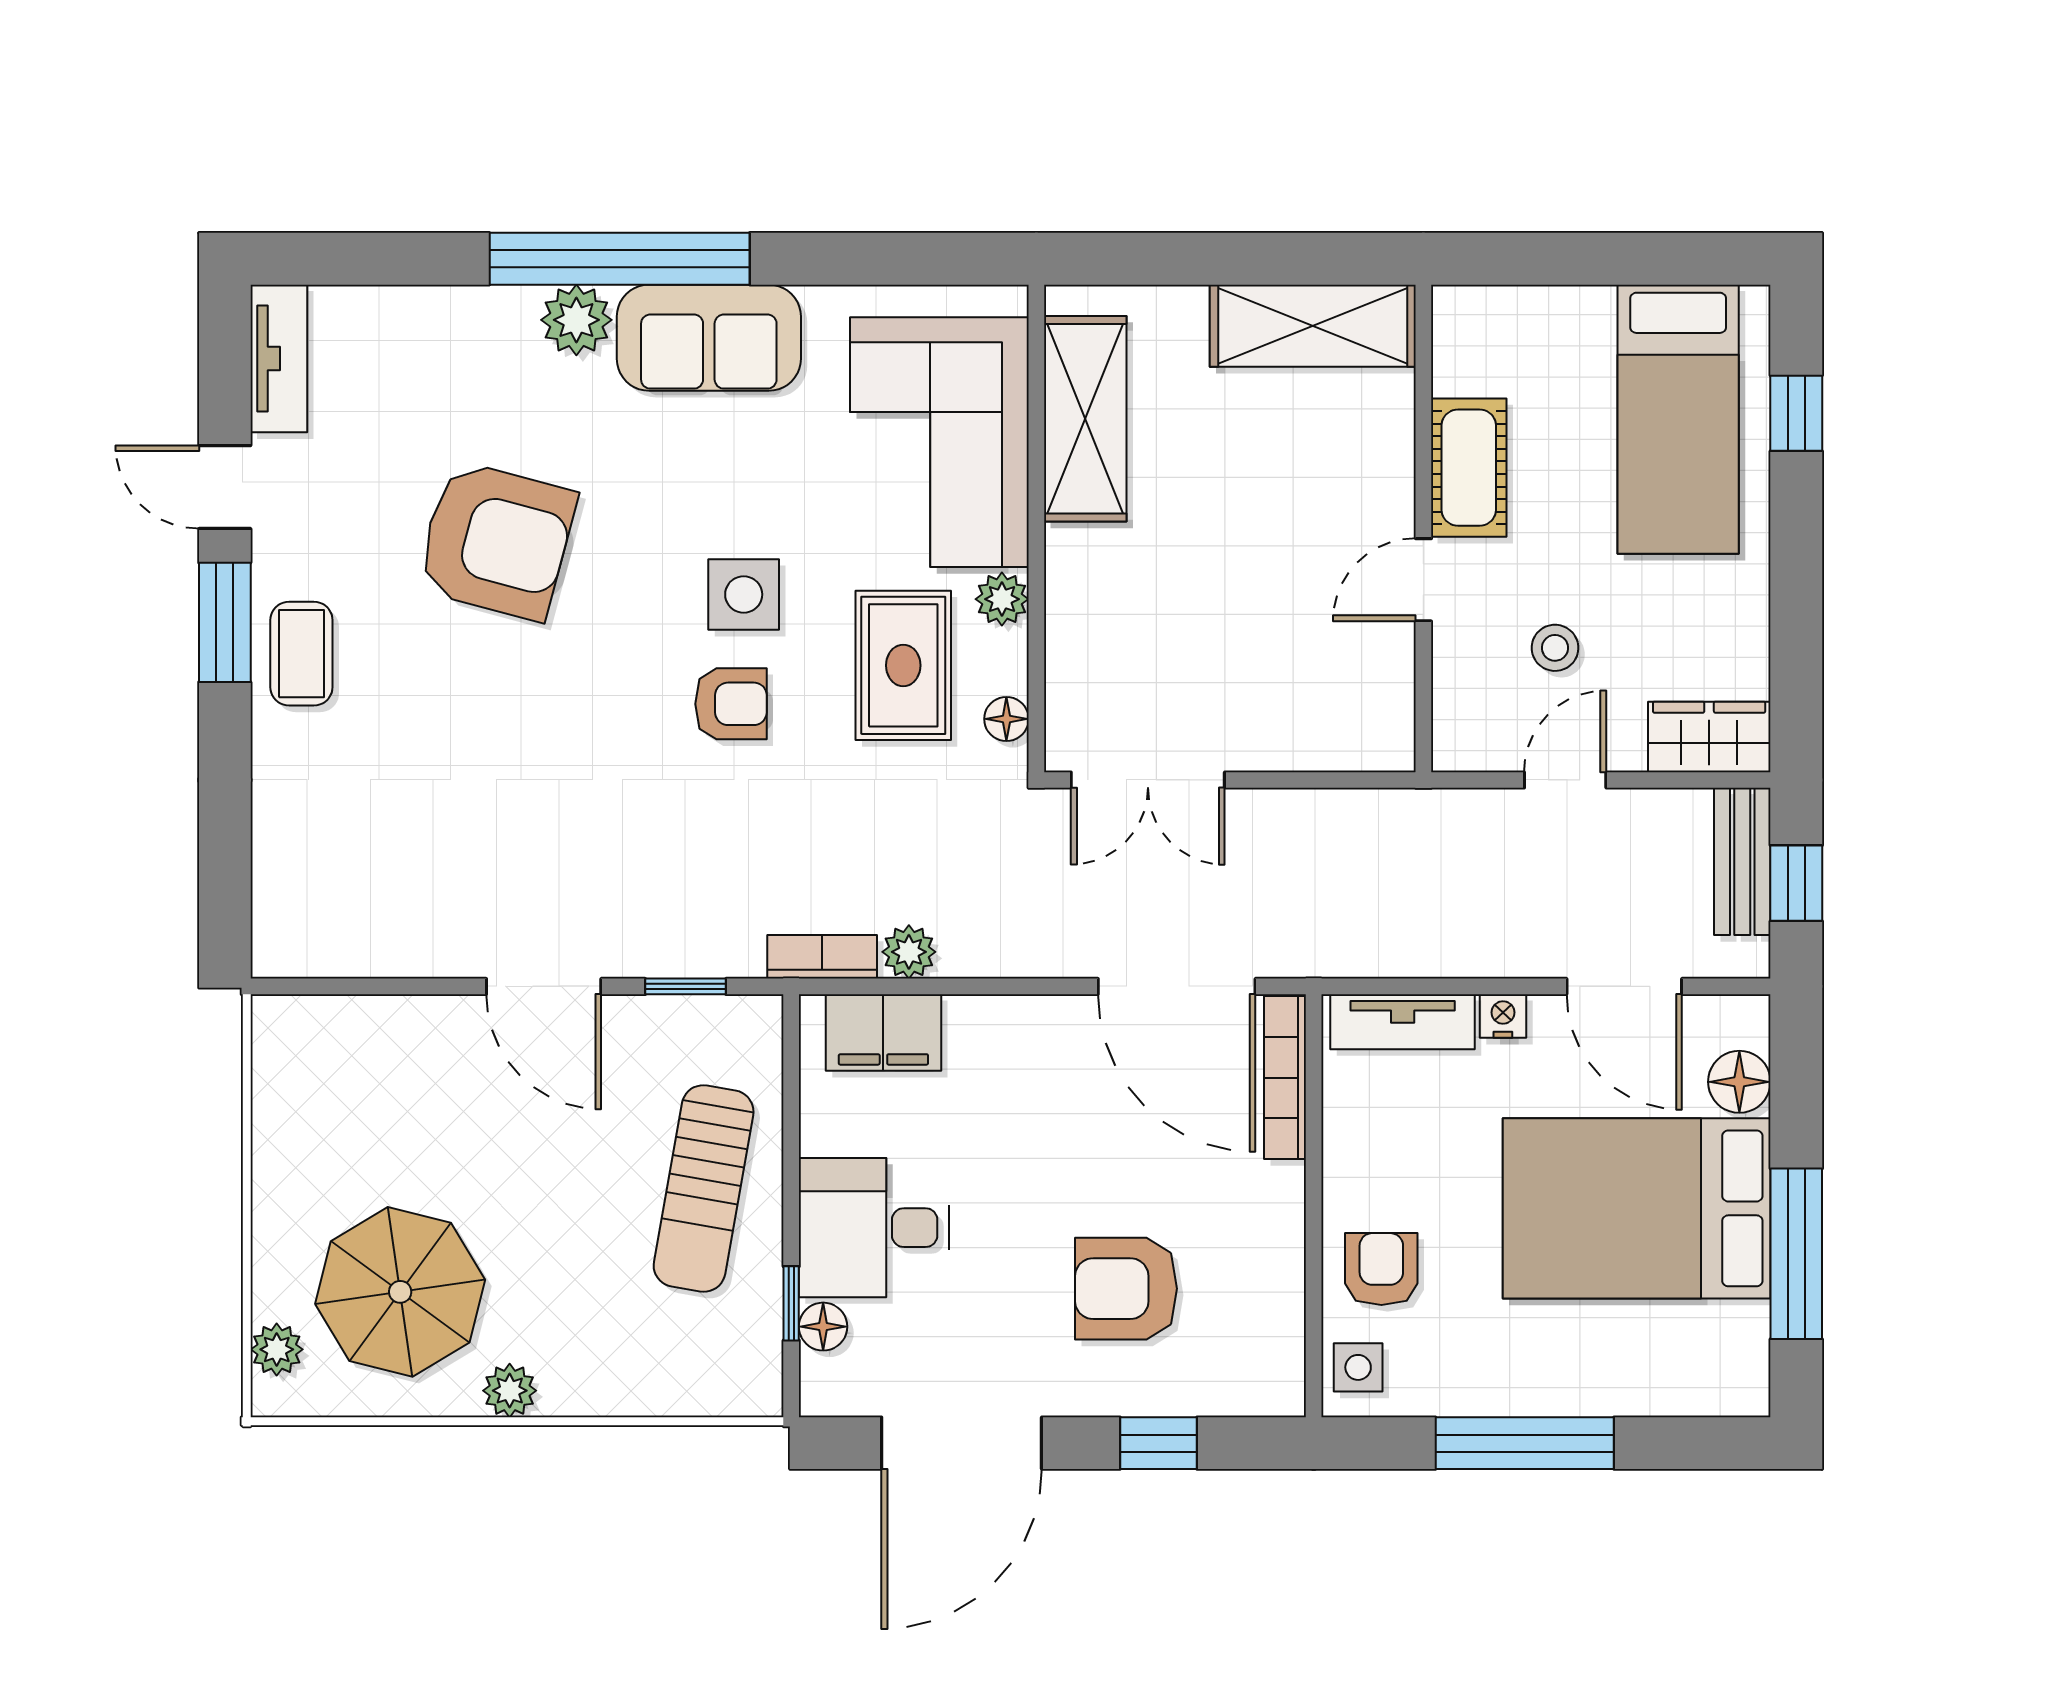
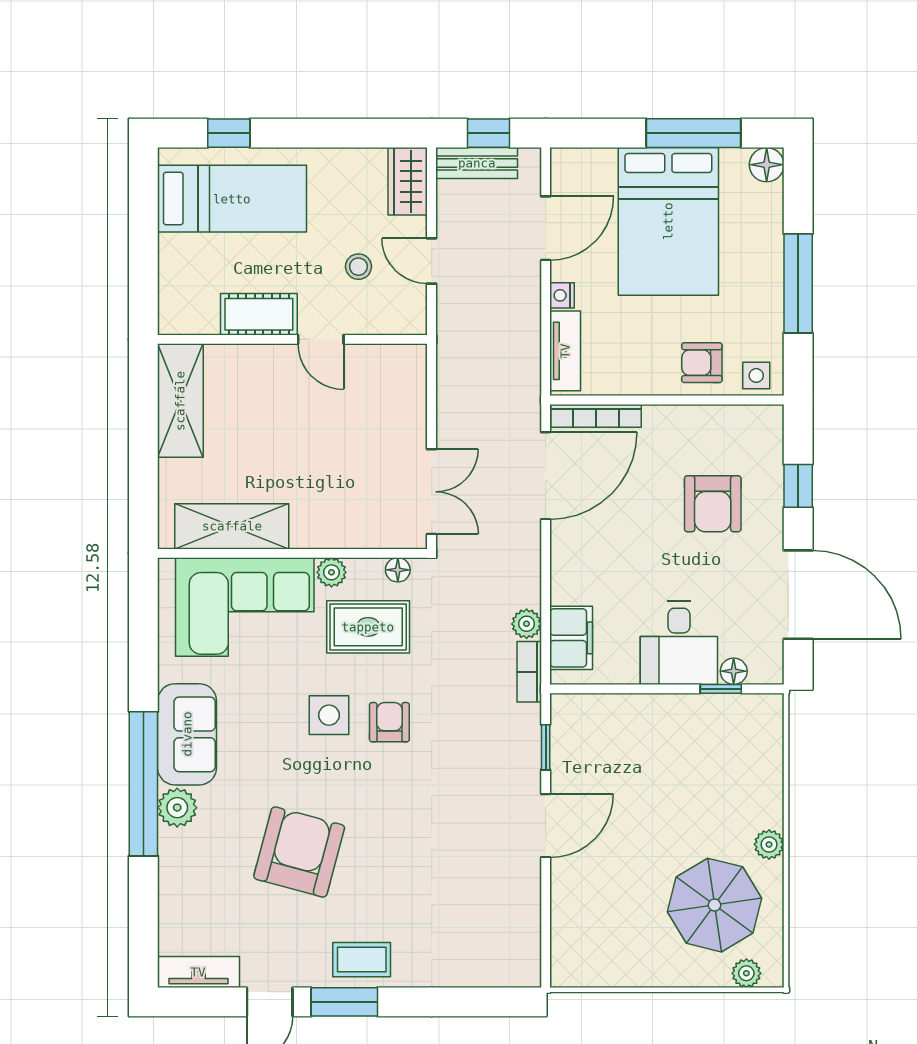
floor lamp: (1739, 1082) -> (767, 165), moved
sun lounger: (704, 1188) -> (657, 737), removed

